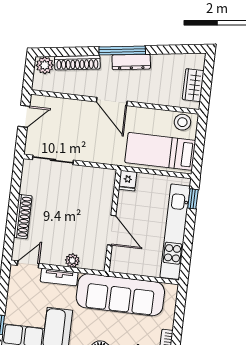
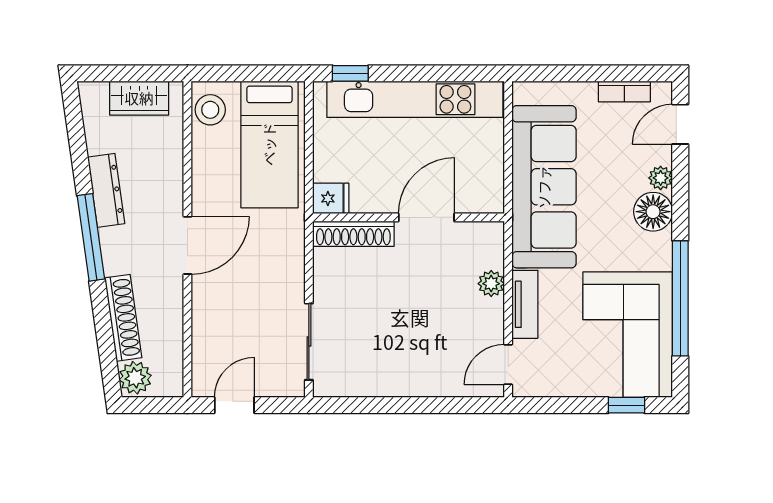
dresser: (131, 62) -> (106, 190), moved
door: (24, 116) -> (234, 405), hinge flipped
shoe rack: (23, 217) -> (353, 234), moved, turned 180
door: (28, 264) -> (508, 364), hinge flipped

